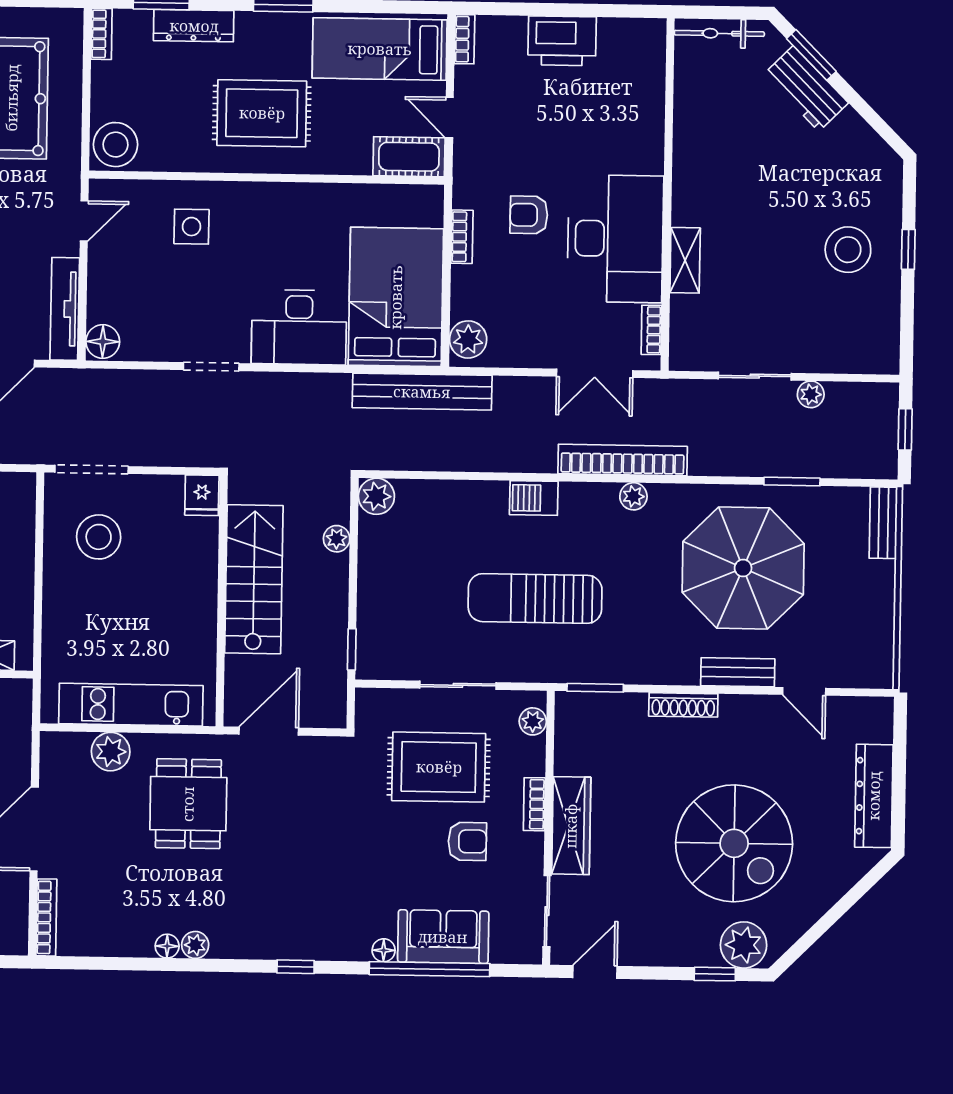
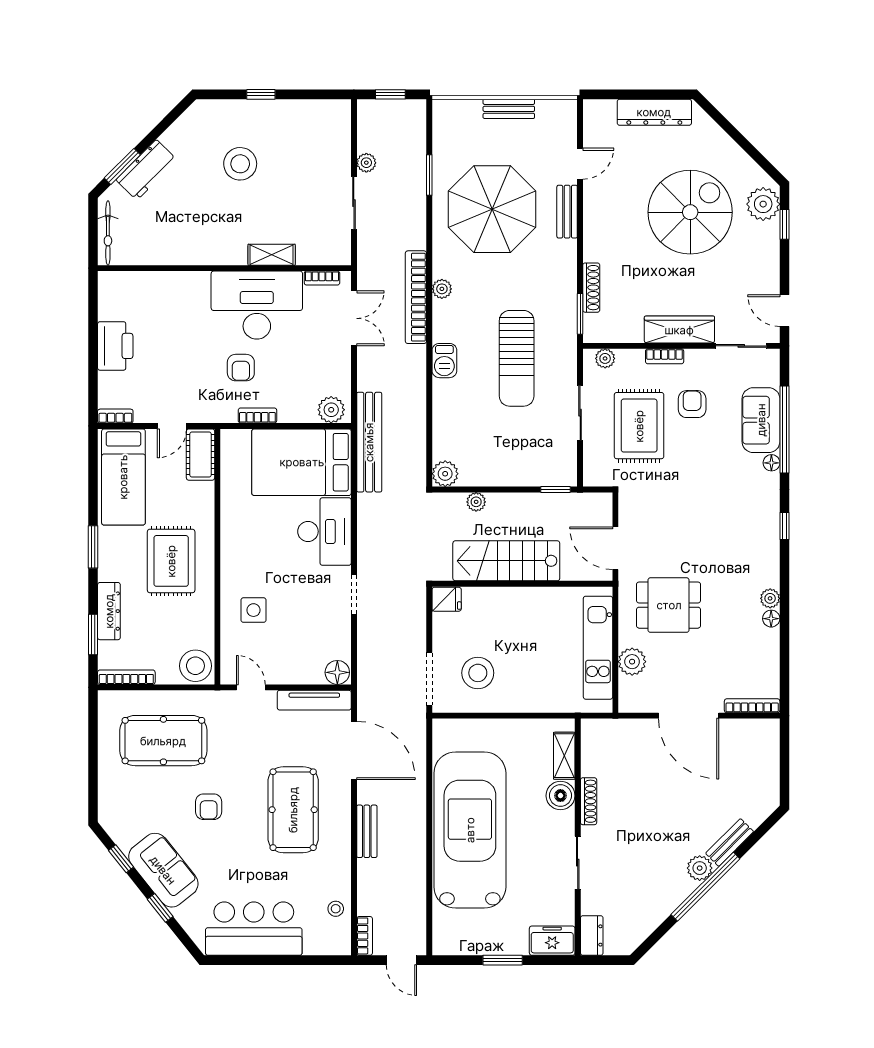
bookcase: (101, 34) -> (126, 677), width x1.56
stool: (848, 250) -> (240, 164), moved
bench: (883, 523) -> (509, 109), moved
shoe rack: (683, 705) -> (591, 288), moved

